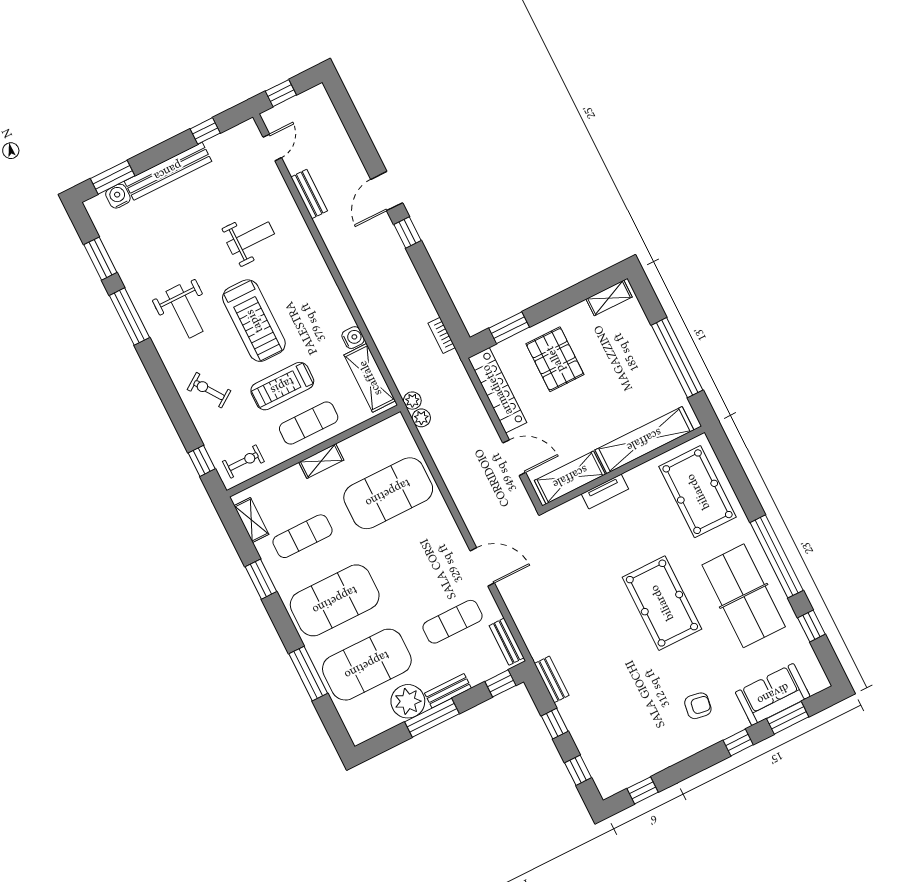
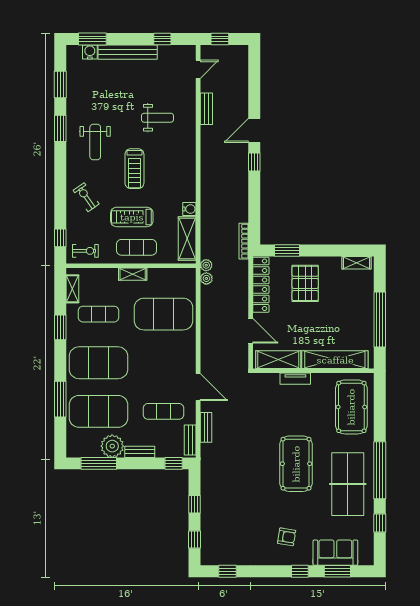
window: (129, 316) -> (60, 128), width x0.69
treadmill: (254, 321) -> (134, 169), width x0.73, depth x0.73
bookcase: (442, 335) -> (244, 241), width x1.56
bench: (552, 679) -> (206, 427), moved
window: (432, 718) -> (99, 463), moved

